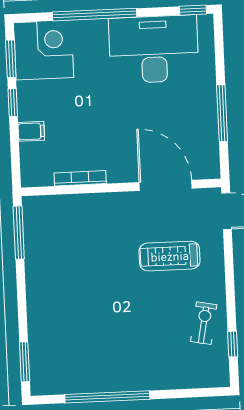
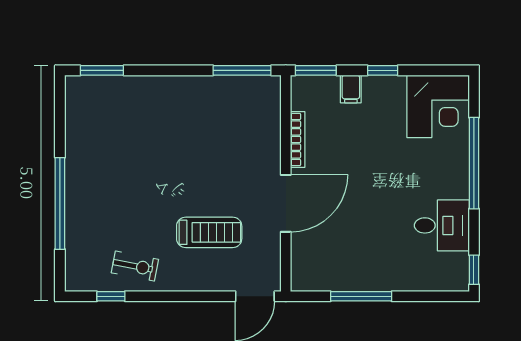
desk: (154, 49) -> (442, 225), width x0.53, depth x0.77
window: (11, 59) -> (316, 70), moved
door: (166, 185) -> (286, 203), moved
treadmill: (170, 256) -> (209, 232), turned 90
window: (107, 397) -> (60, 203), moved

